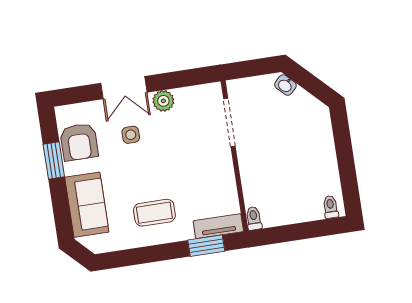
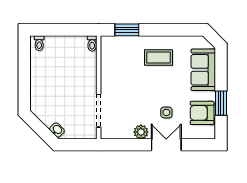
armchair: (79, 142) -> (202, 113), turned -90
tv unit: (218, 226) -> (117, 42), removed

